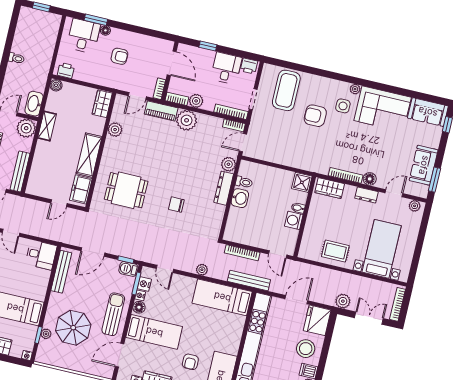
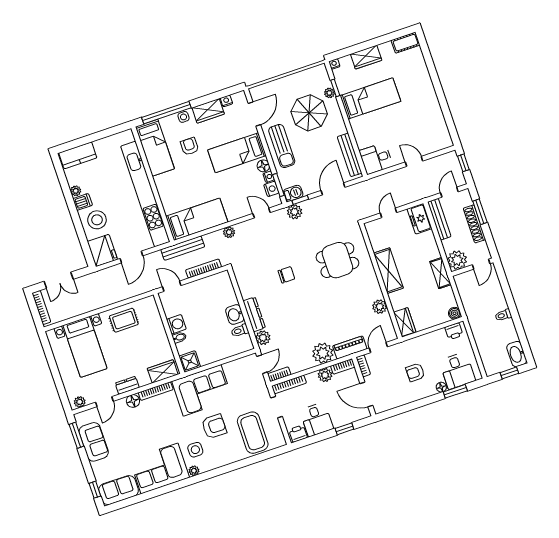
washbasin: (34, 104) -> (517, 354), moved, turned 180
corner sofa: (306, 152) -> (202, 390), added
freezer: (81, 189) -> (420, 219), moved, turned 180
plant: (343, 301) -> (295, 212), moved

